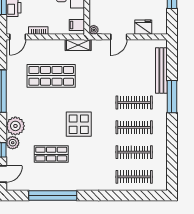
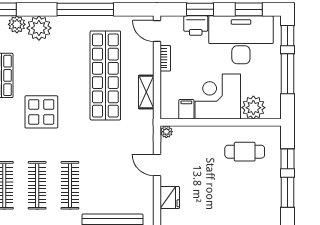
filing cabinet: (77, 25) -> (186, 109), moved
shelving: (78, 45) -> (146, 92), moved
shop shelf: (51, 76) -> (105, 75), width x1.40

